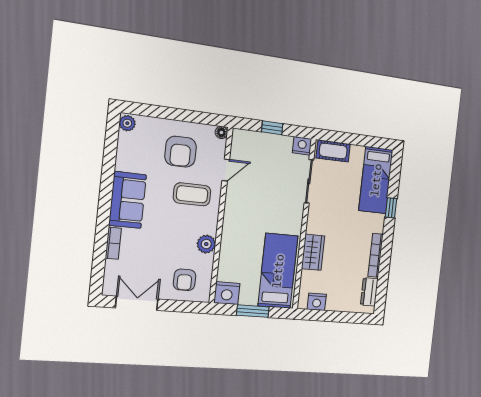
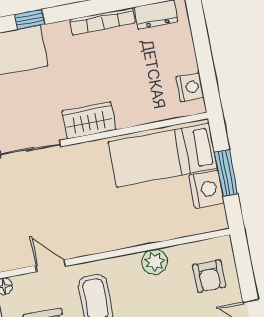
wardrobe: (313, 252) -> (89, 120), moved
armchair: (185, 280) -> (209, 276), turned 90
nightstand: (227, 293) -> (206, 189), moved

